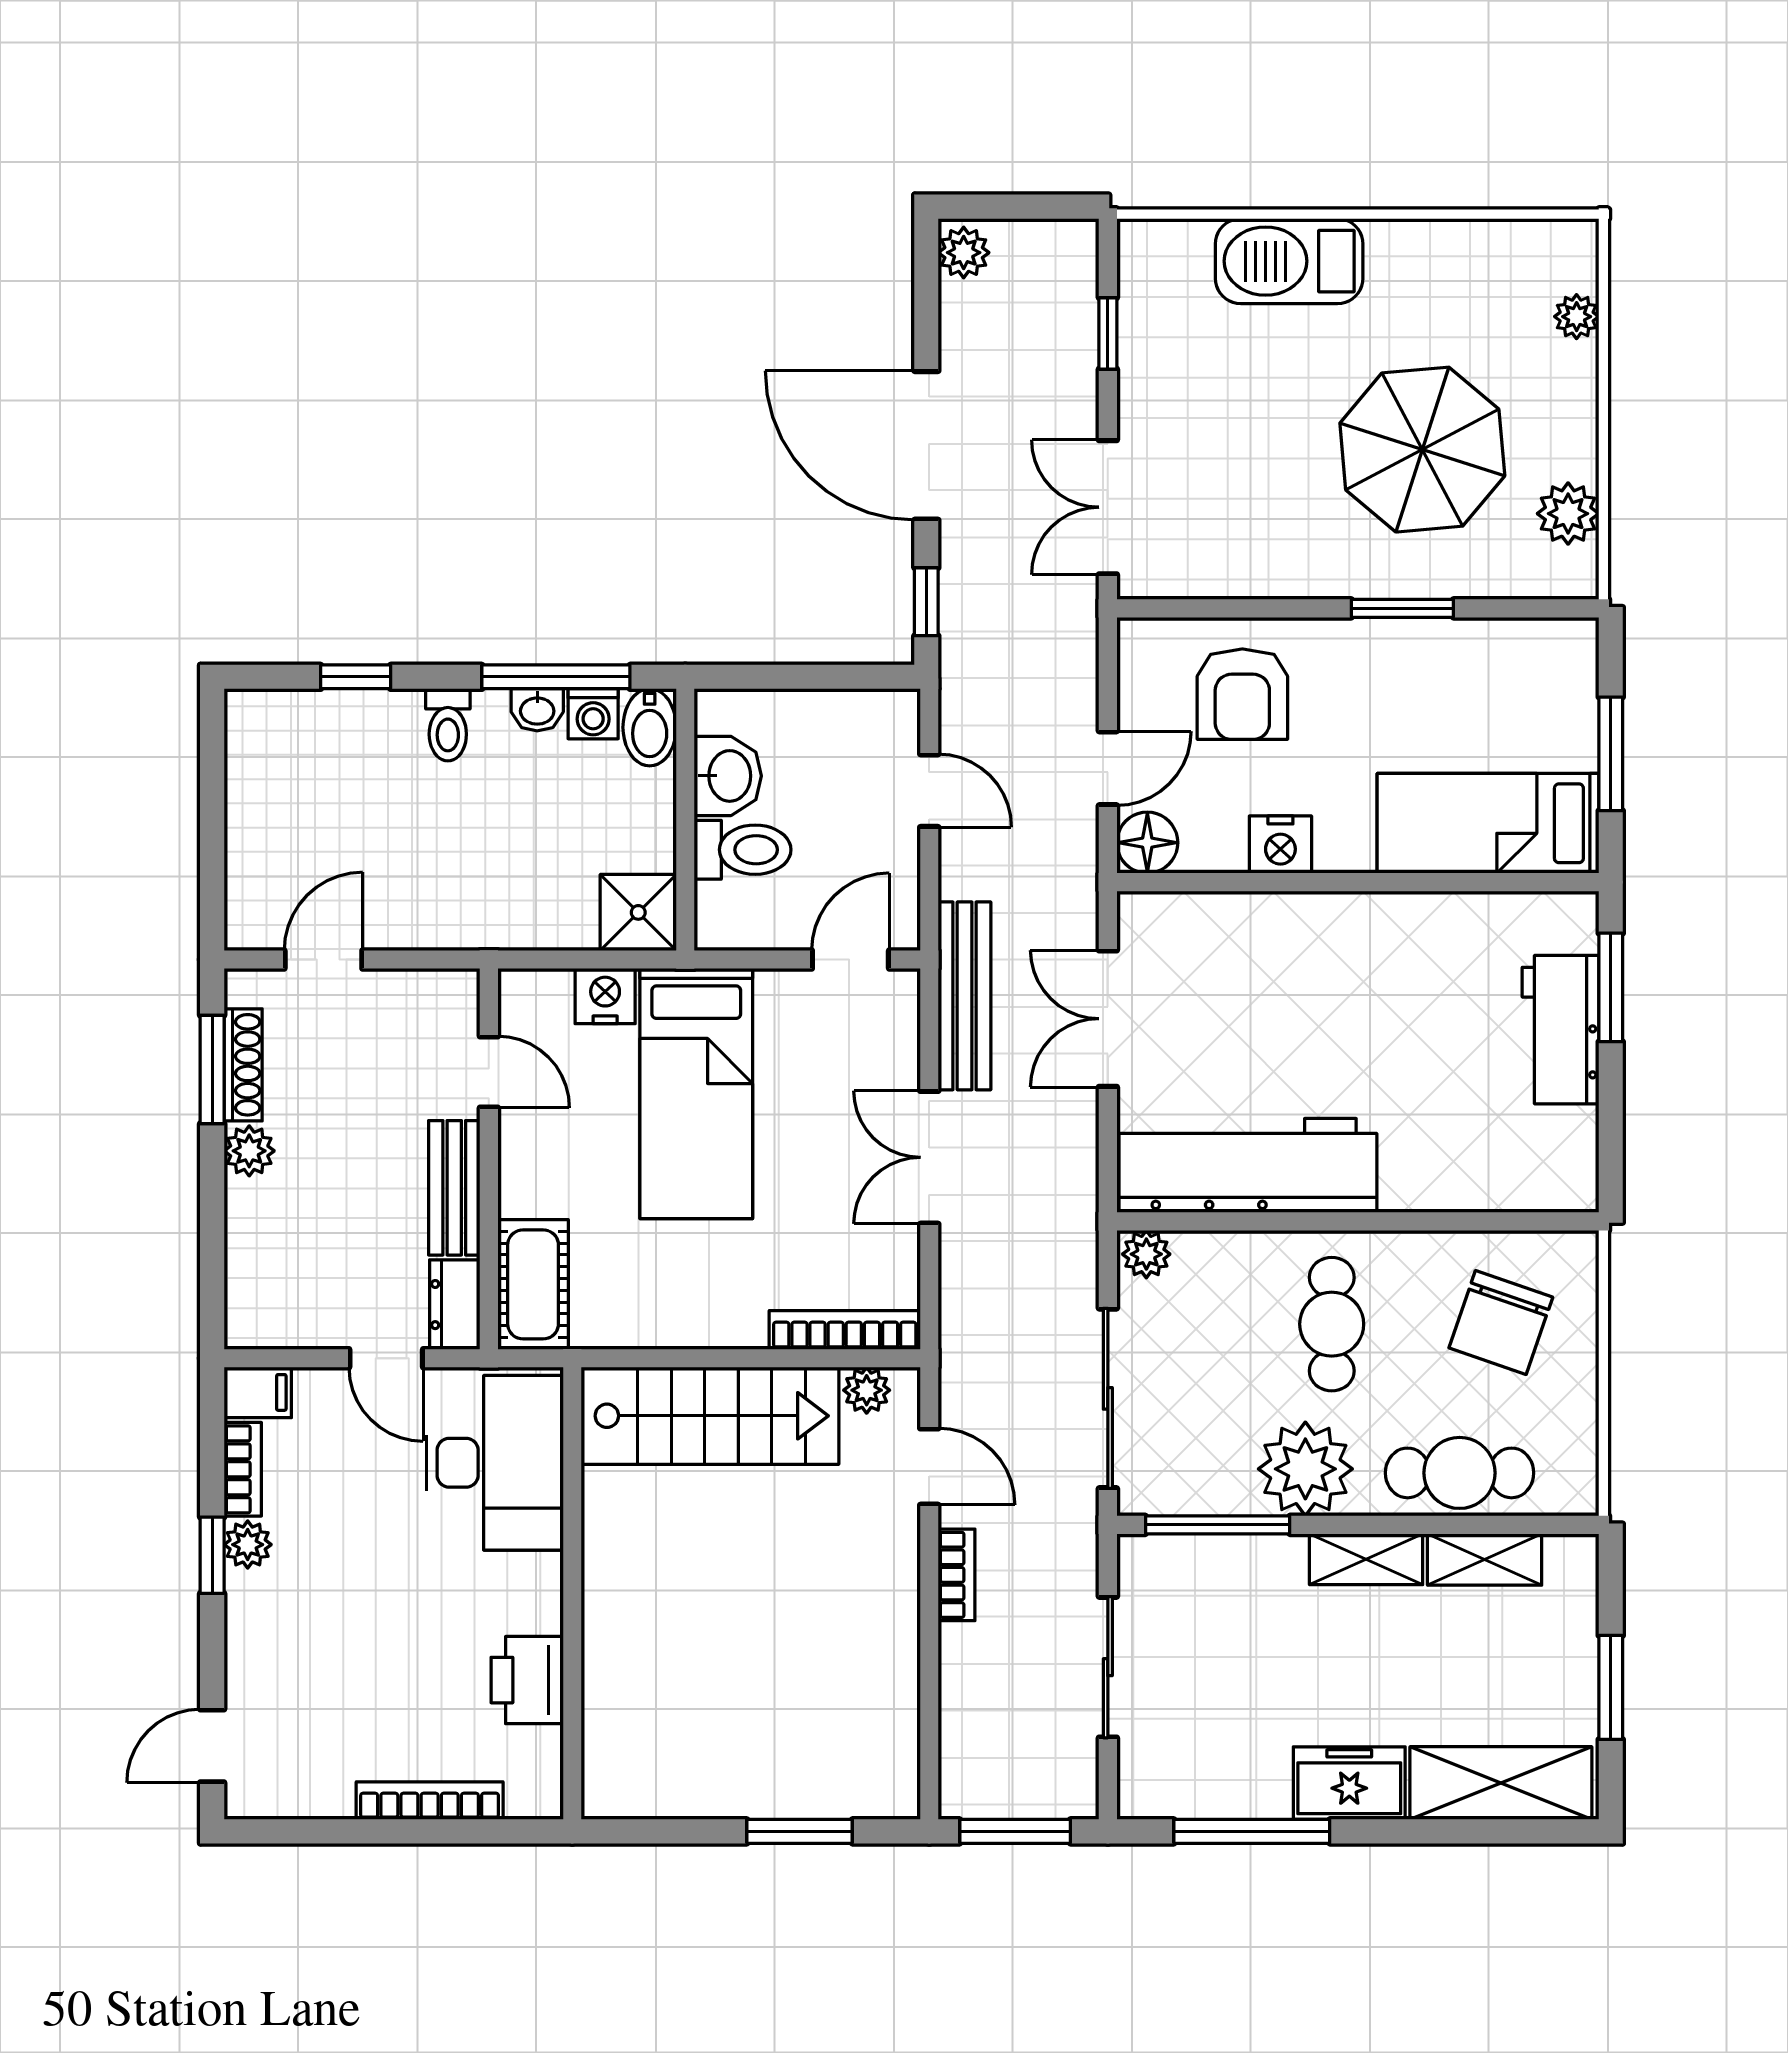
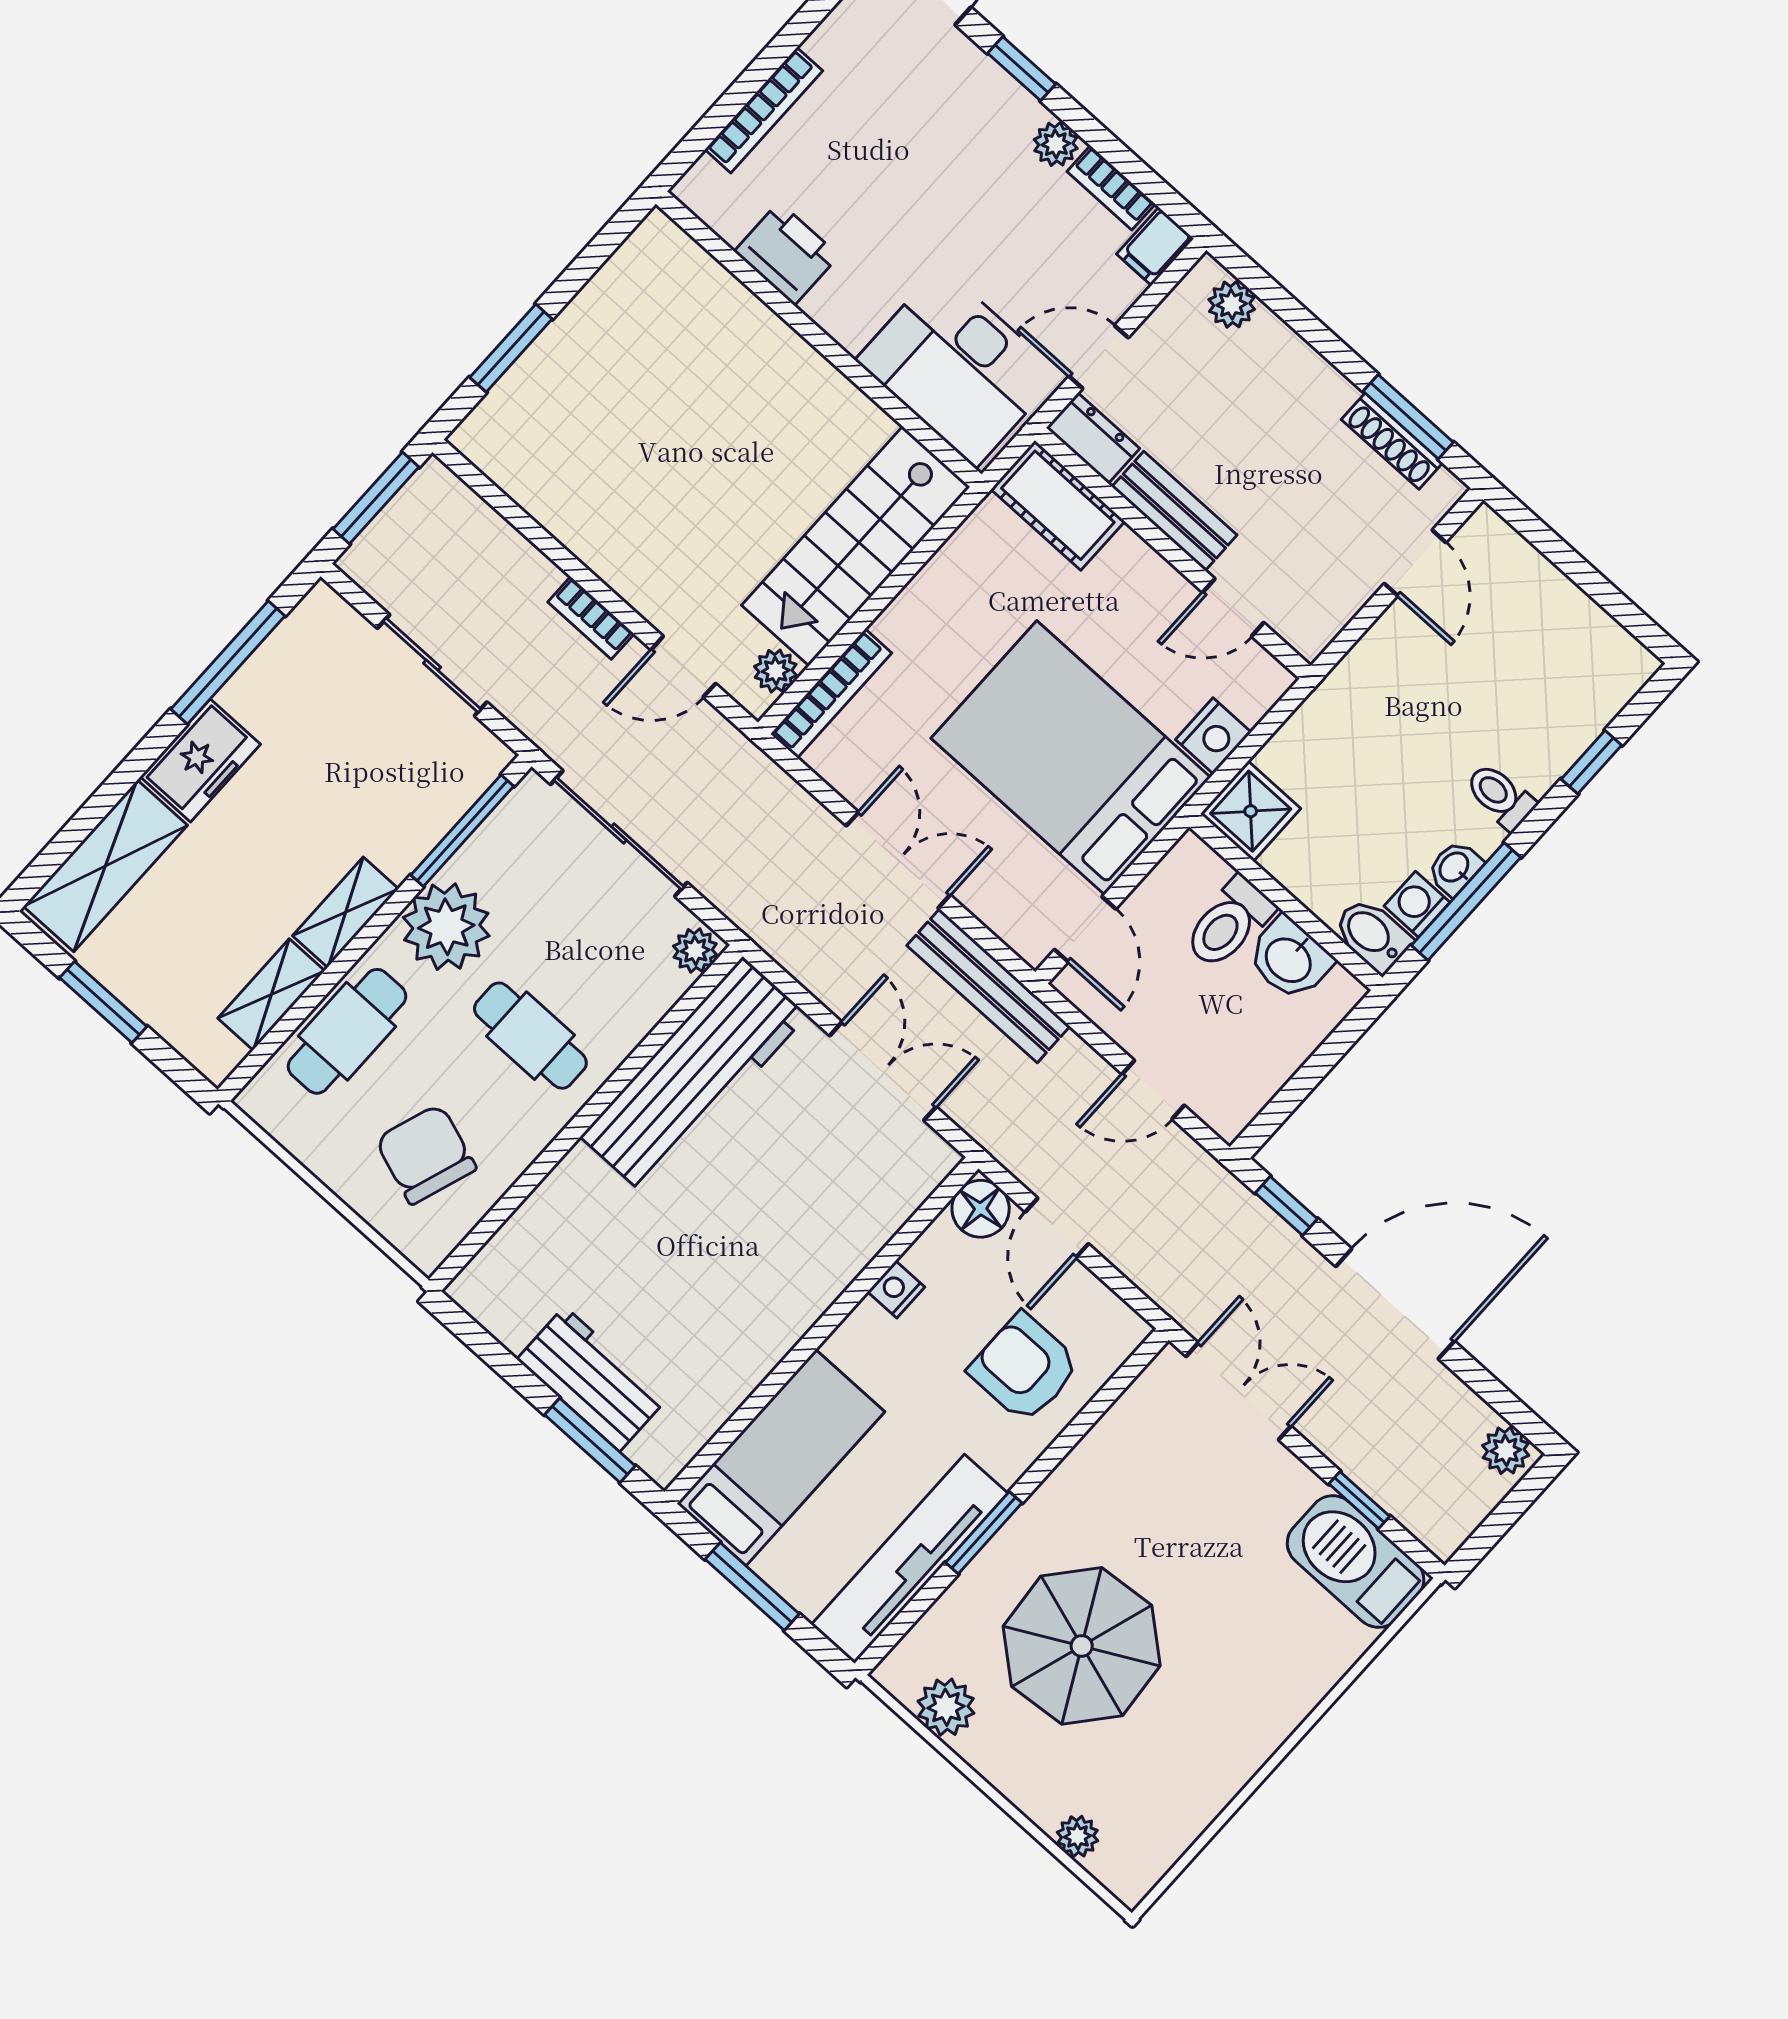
barbecue: (1289, 261) -> (1356, 1562), moved, turned -90
tv unit: (1476, 649) -> (910, 1559), added
nightstand: (1280, 845) -> (896, 1289), width x0.72, depth x0.74
bed: (696, 1094) -> (1071, 758), width x1.50
plant: (249, 1151) -> (1232, 304), moved
window: (212, 1555) -> (1022, 69), moved

